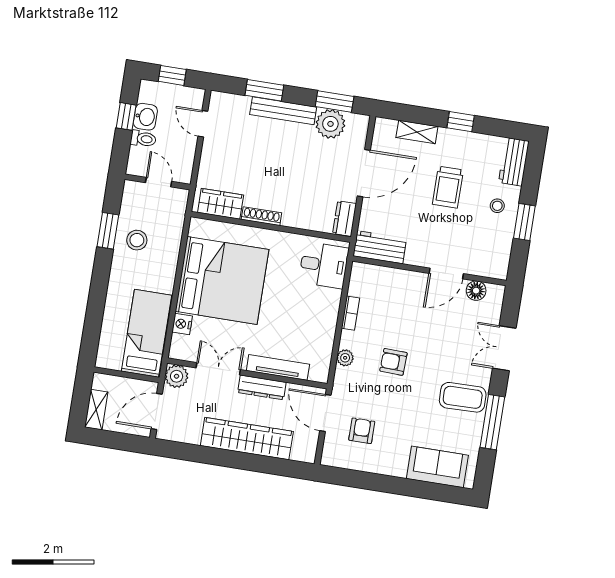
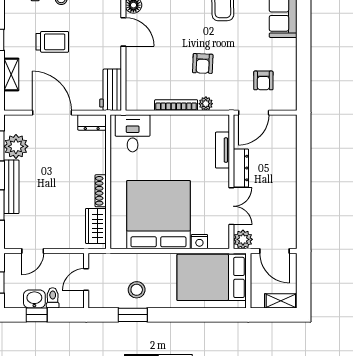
bookcase: (351, 313) -> (176, 105), width x1.56
bed: (147, 333) -> (212, 277), width x1.50
tv unit: (278, 367) -> (222, 150), width x0.71
double door: (218, 369) -> (231, 206), swing flipped
armchair: (362, 431) -> (263, 80), turned -90
wardrobe: (247, 439) -> (285, 174), removed

